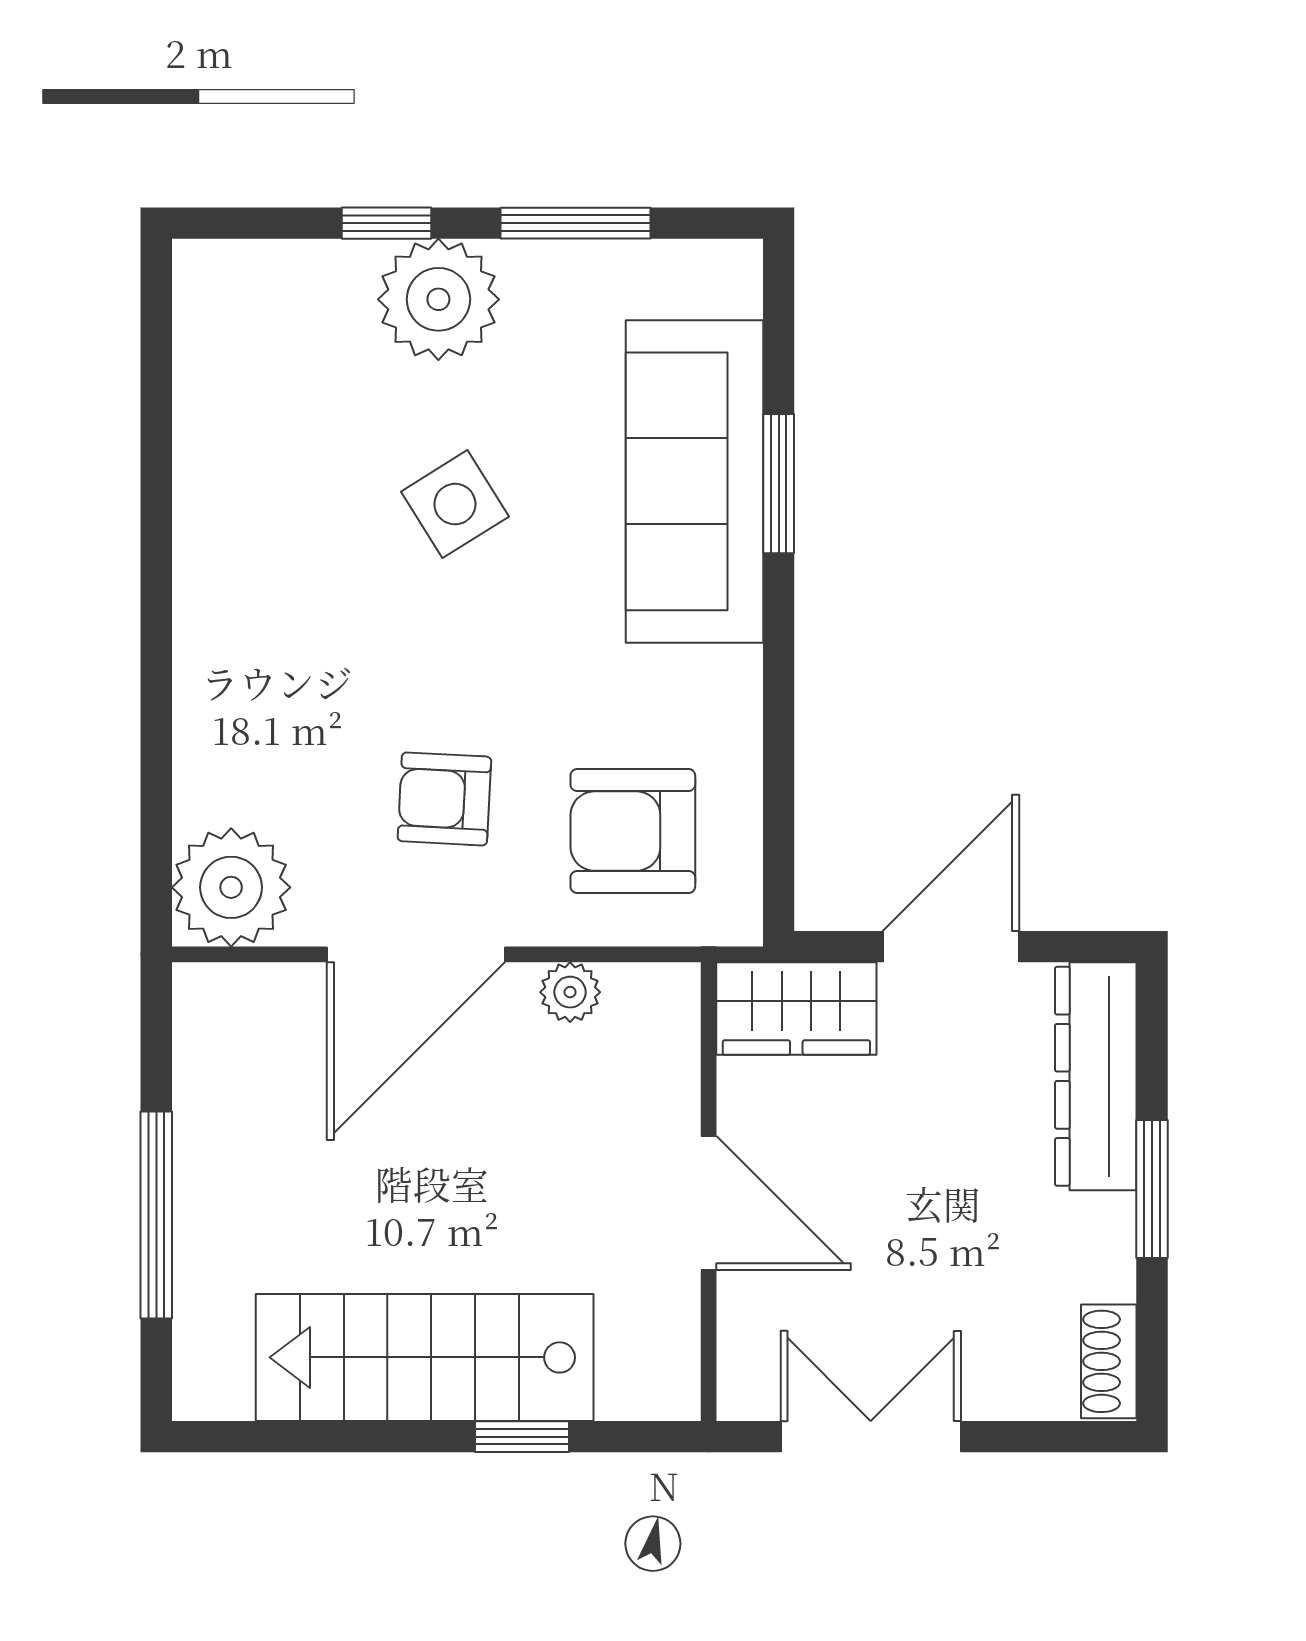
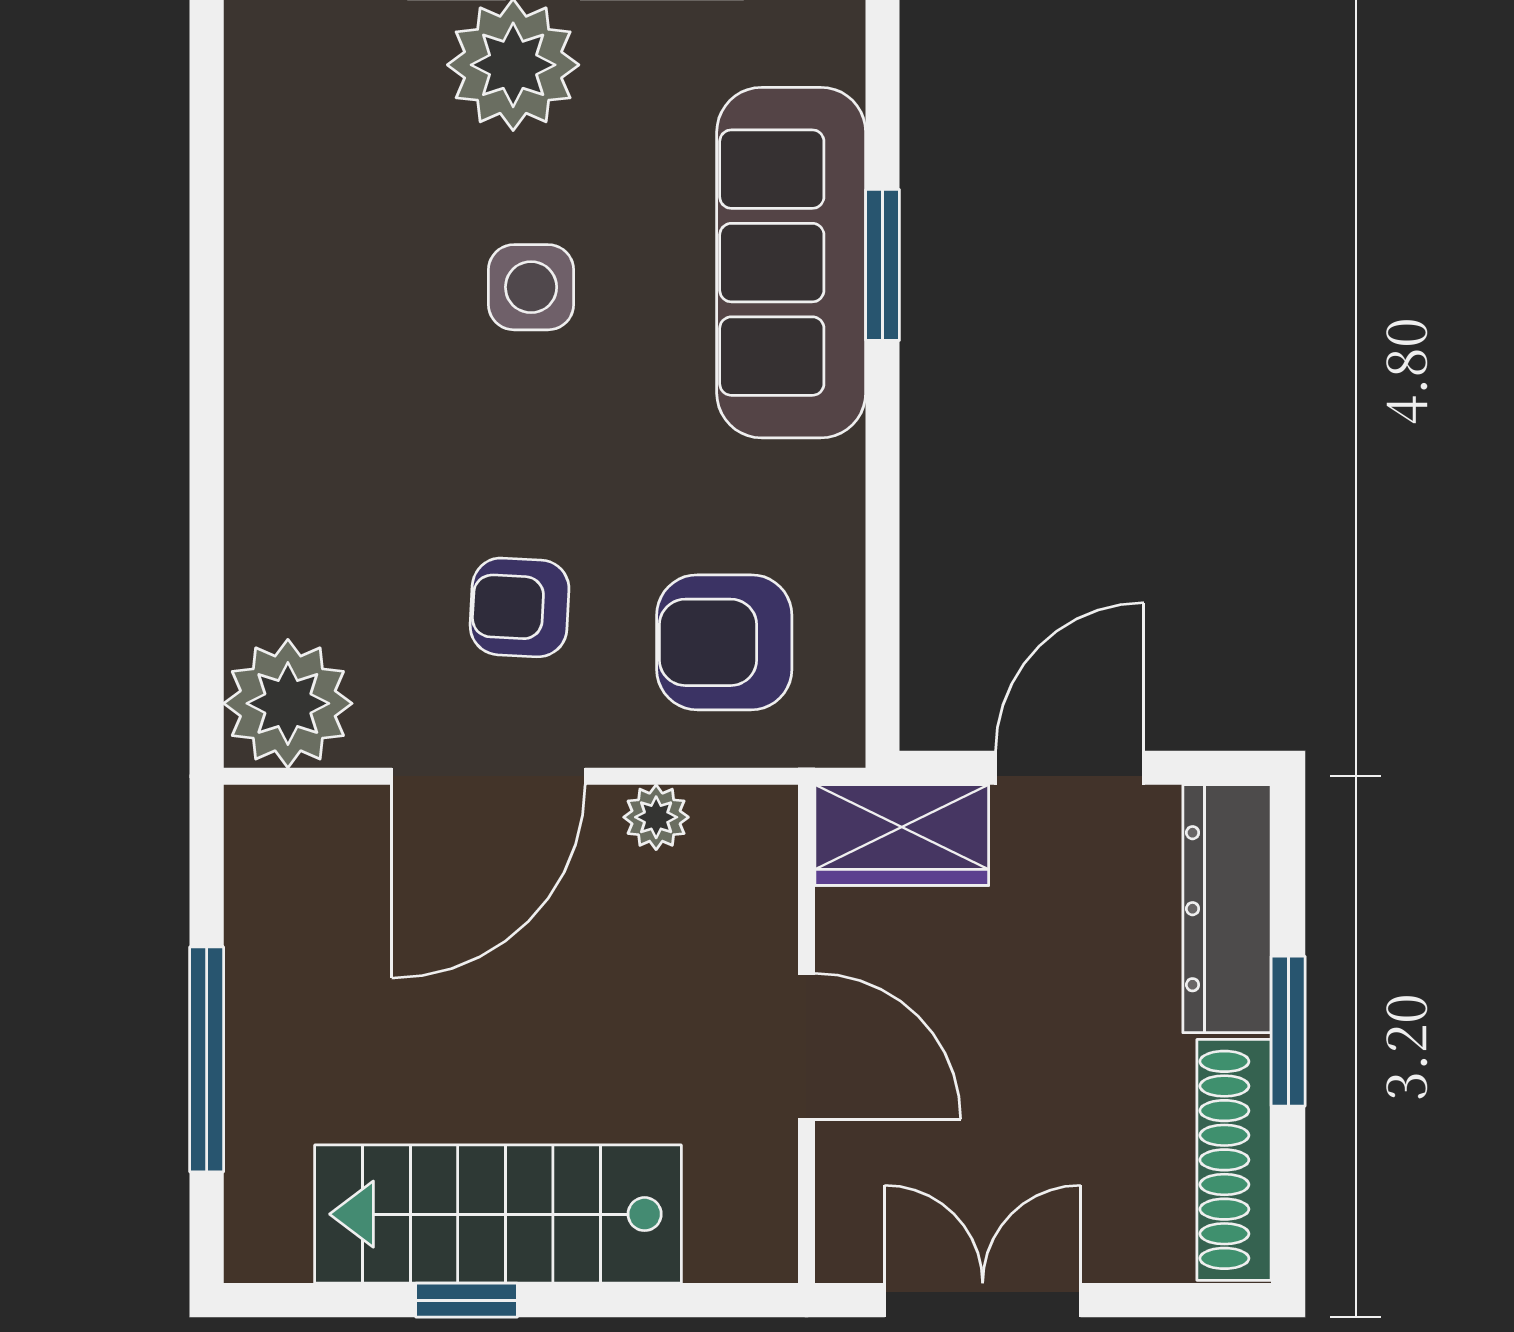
side table: (455, 504) -> (531, 287), turned 32
shoe rack: (1109, 1361) -> (1234, 1160), width x1.94, depth x1.24
window: (522, 1437) -> (467, 1300), moved

